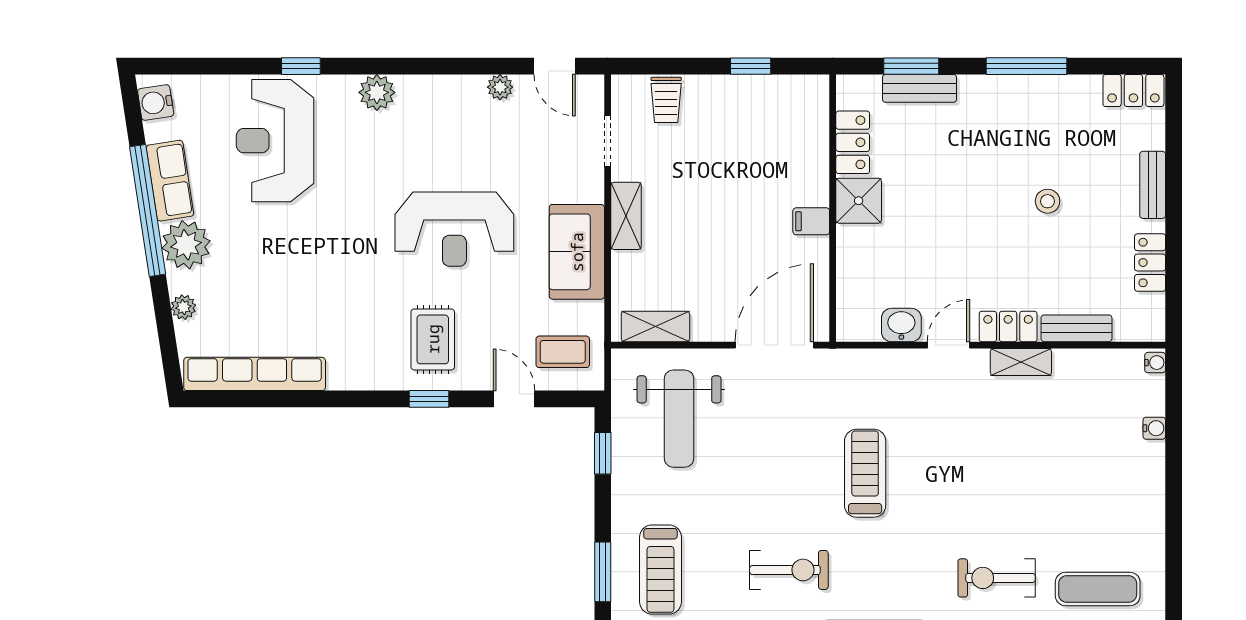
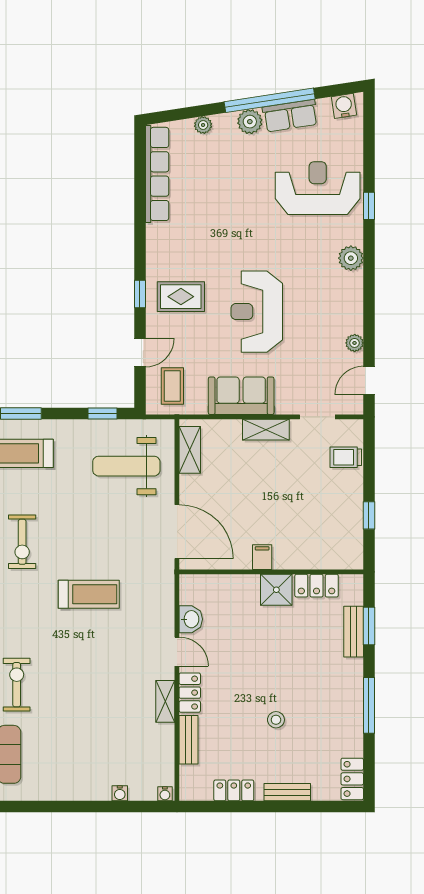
plant: (186, 245) -> (250, 122), width x0.73, depth x0.73

